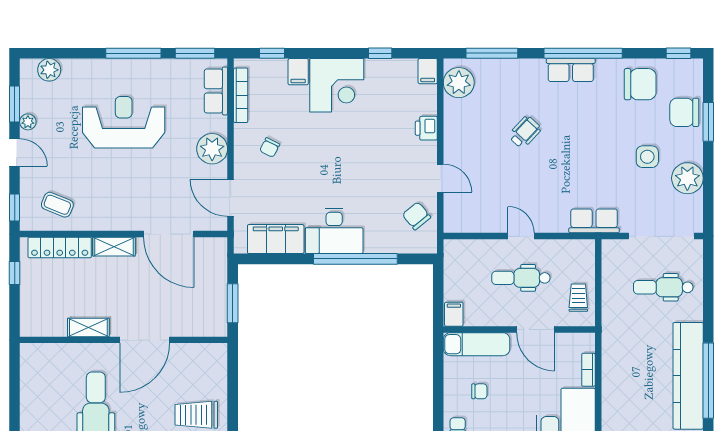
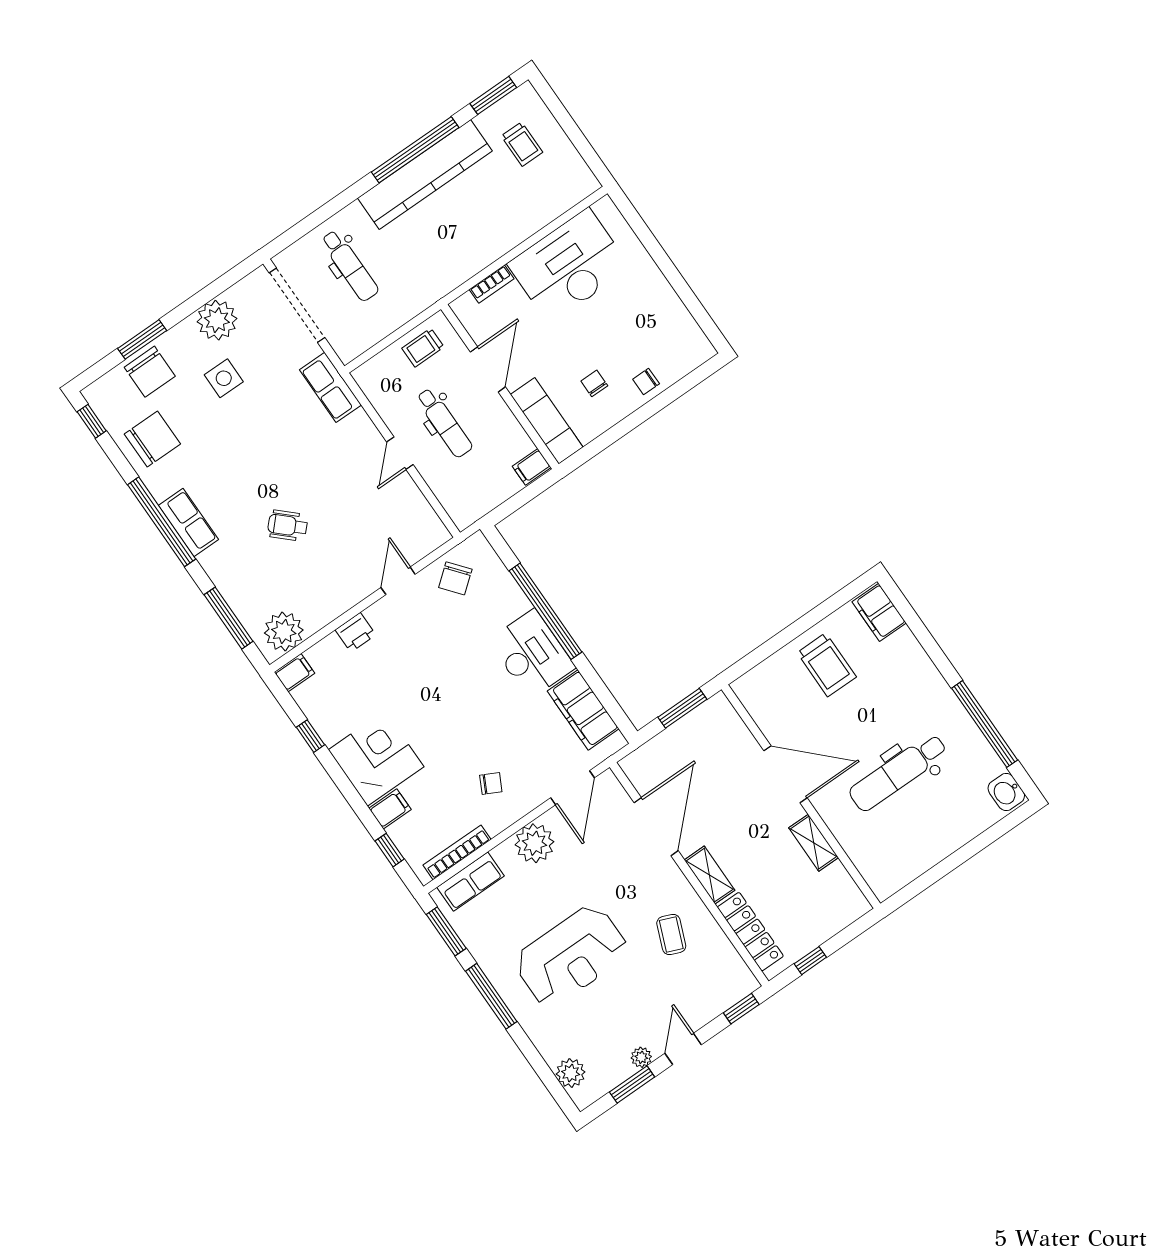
chair: (640, 84) -> (152, 439), turned 90
reception desk: (124, 122) -> (571, 956), turned -90
coffee table: (57, 205) -> (671, 935), moved

